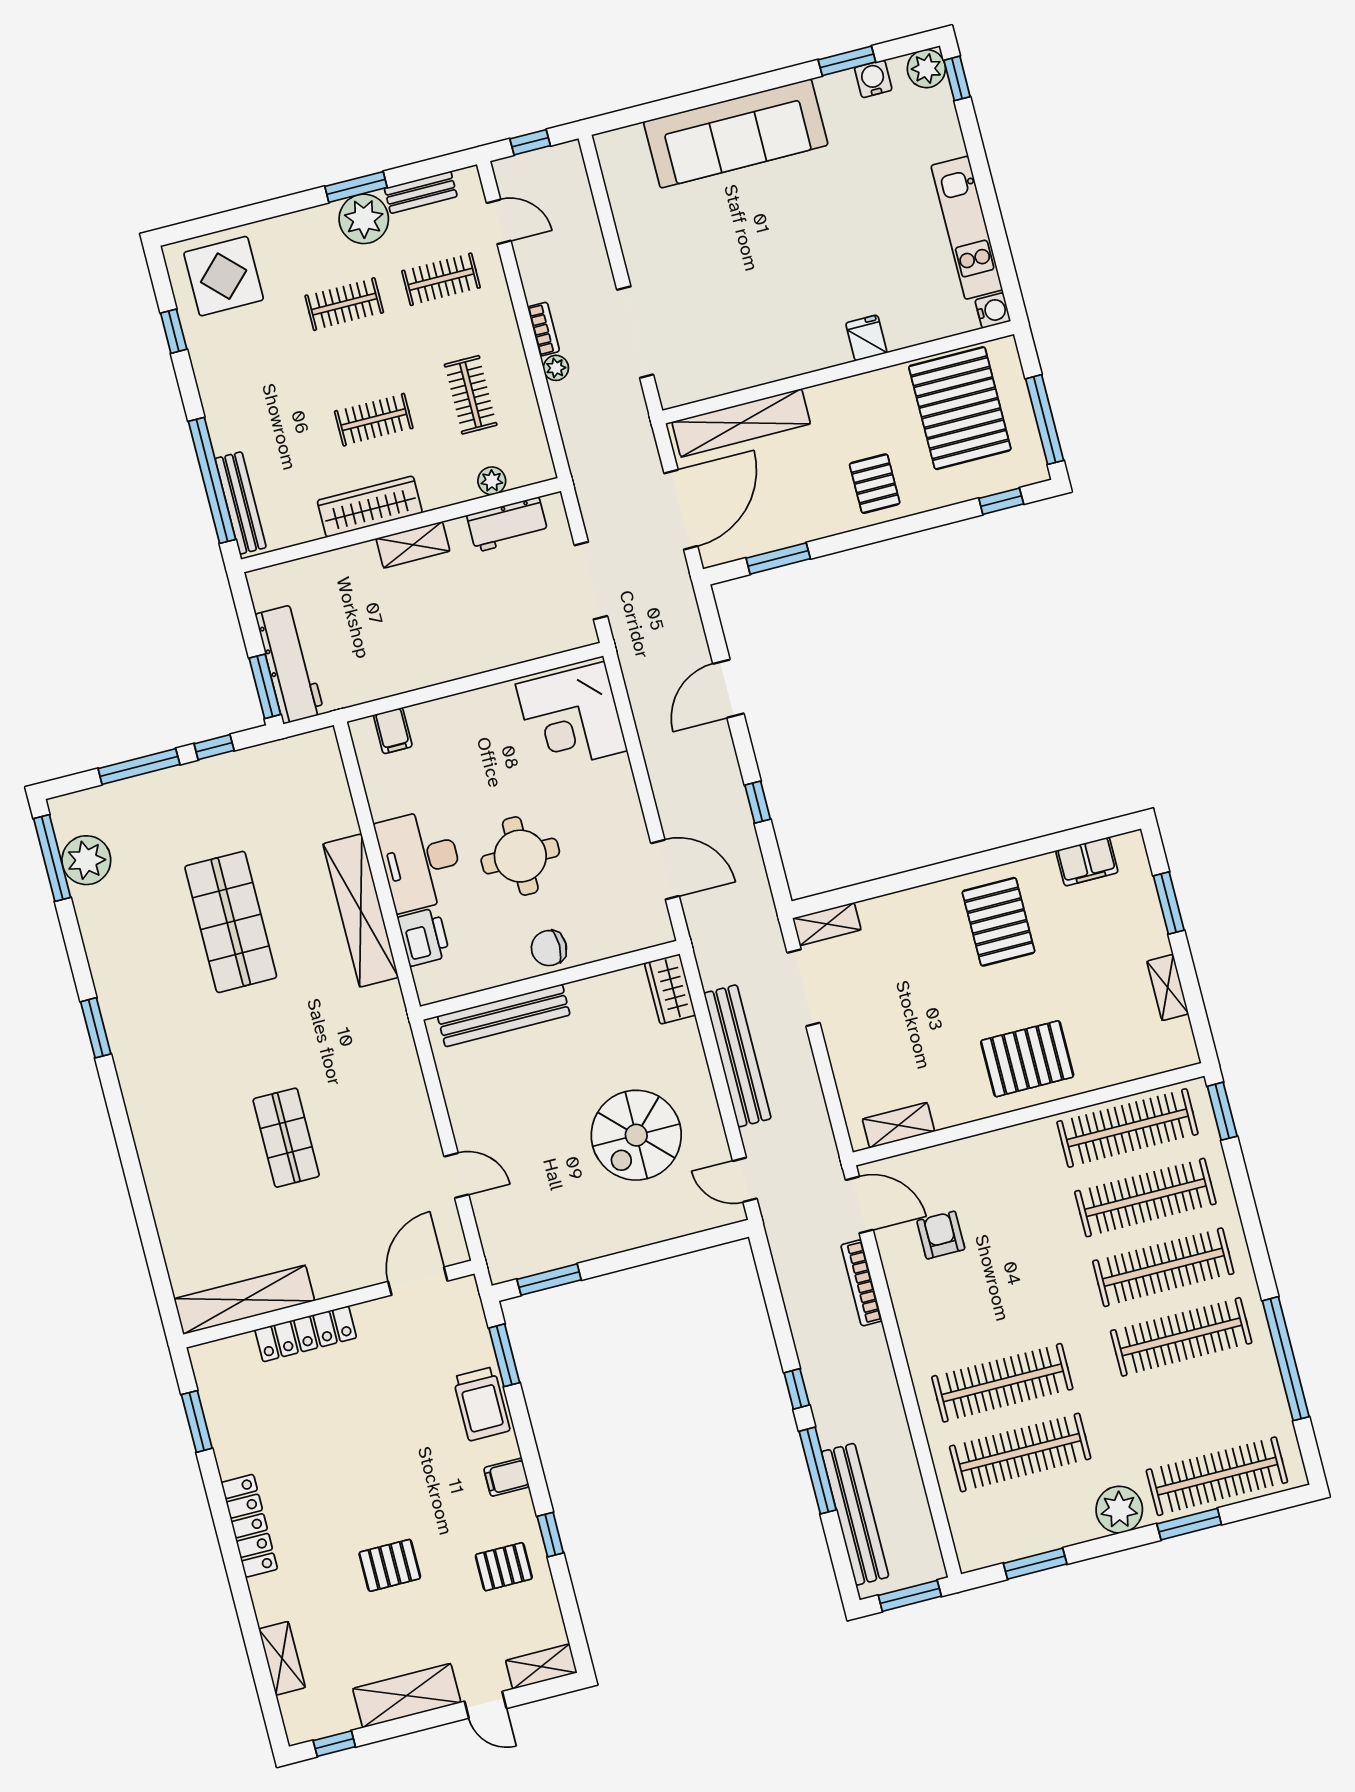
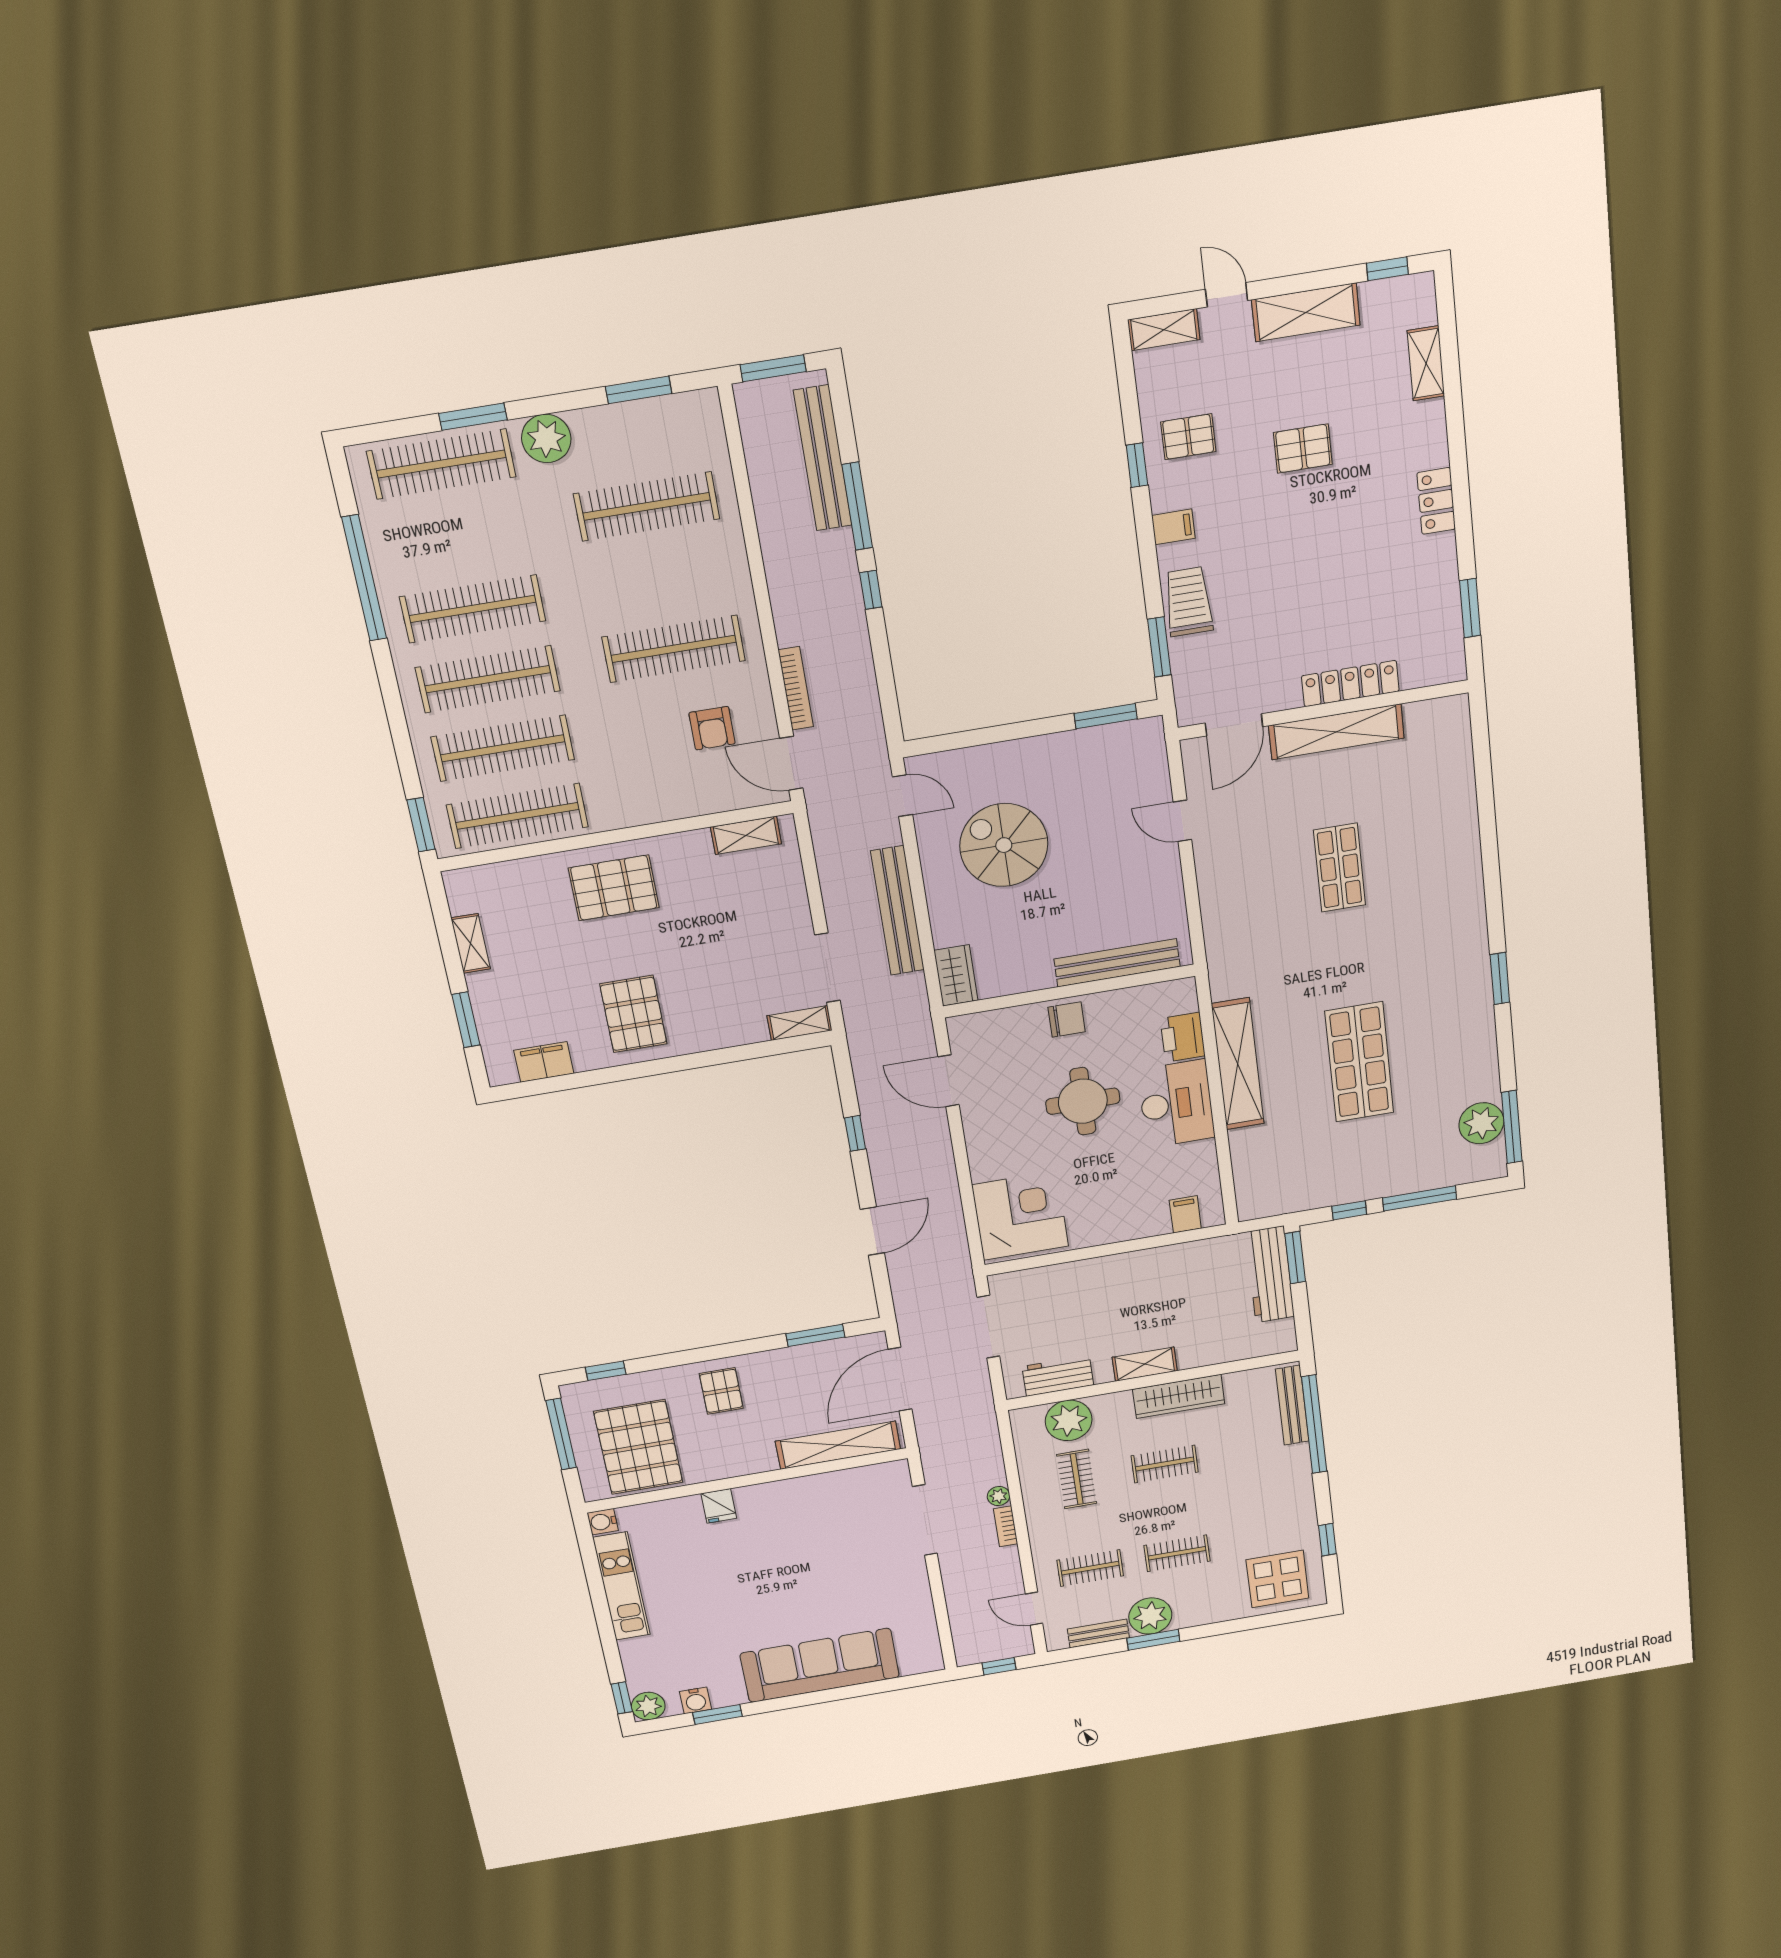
plant: (492, 481) -> (1069, 1420), width x1.88, depth x1.88
spiral stairs: (636, 1135) -> (1004, 845), turned -90
shelving: (244, 1300) -> (1336, 732), moved
clothes rail: (1002, 1383) -> (674, 649), moved
locker: (249, 1526) -> (1436, 501), width x0.66

